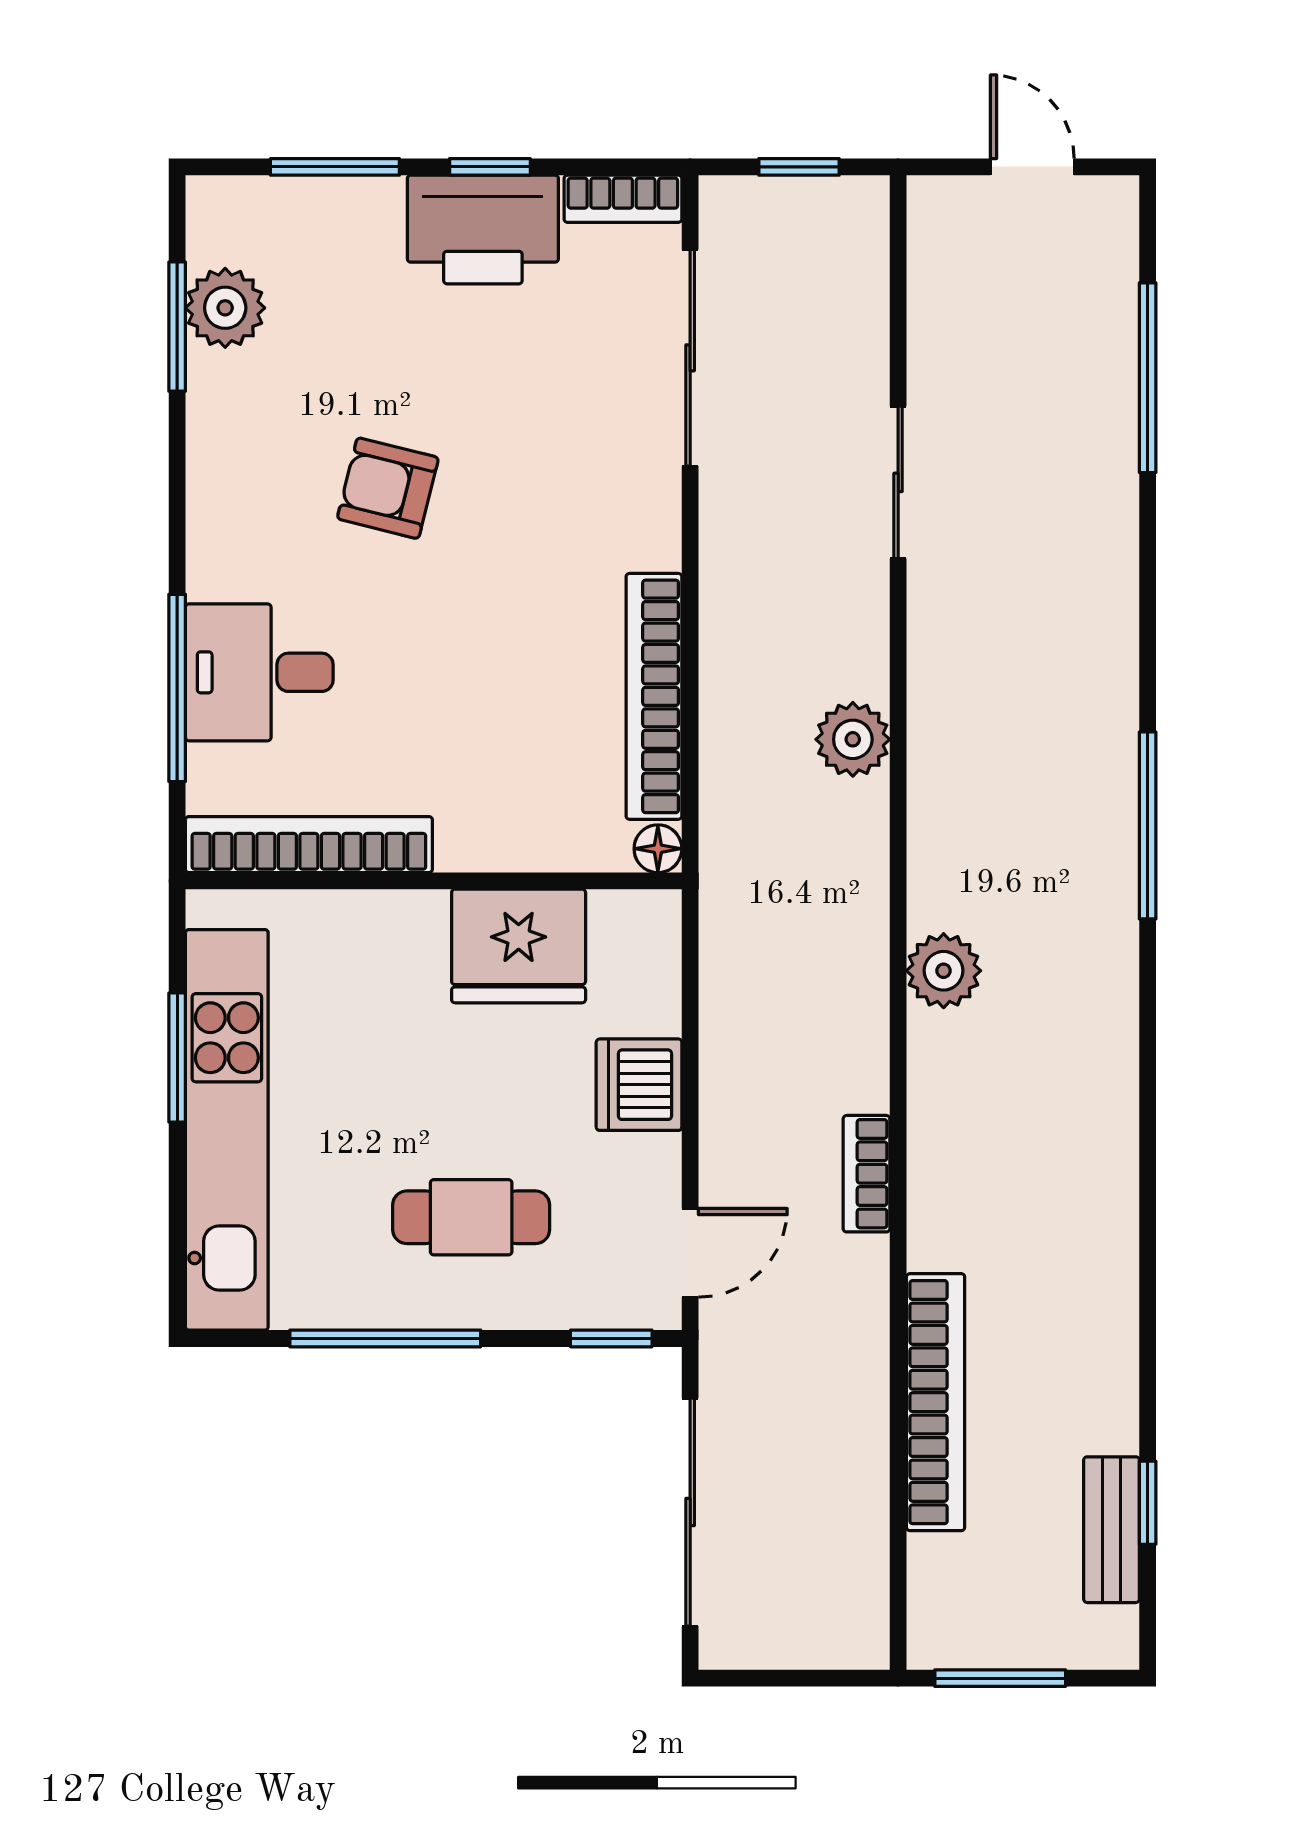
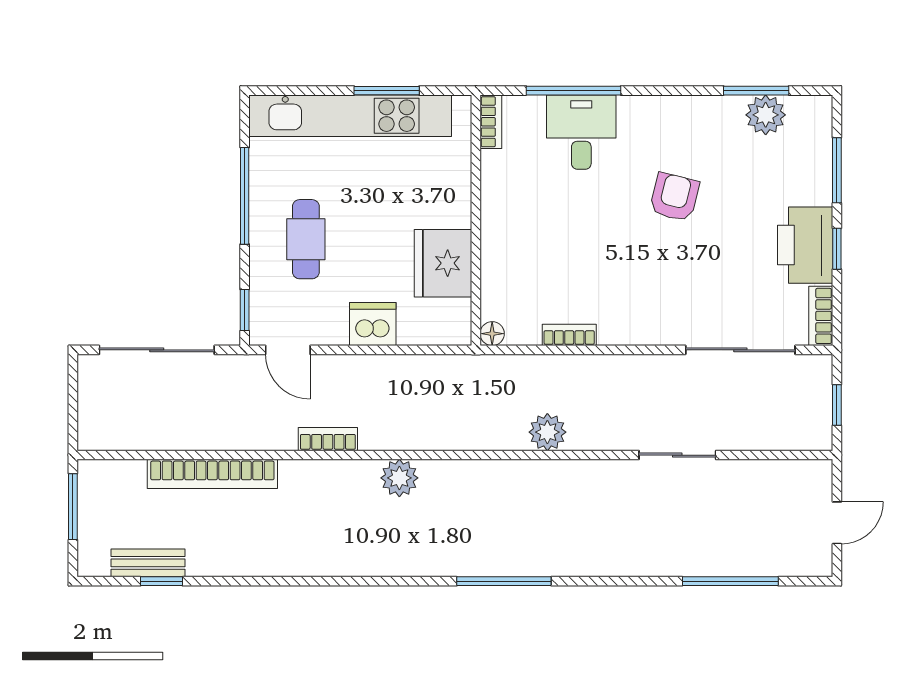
bookcase: (654, 696) -> (569, 335), width x0.43, depth x0.76
bookcase: (309, 845) -> (491, 122), width x0.43, depth x0.76
plant: (944, 971) -> (399, 478), moved

